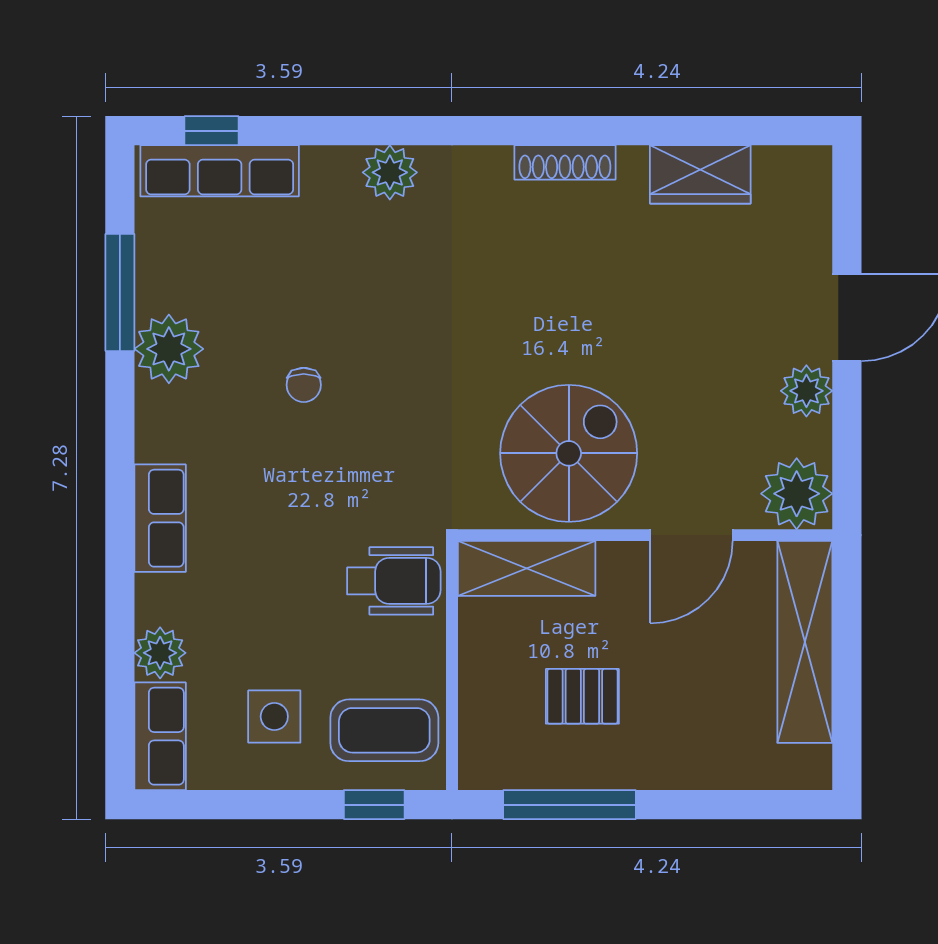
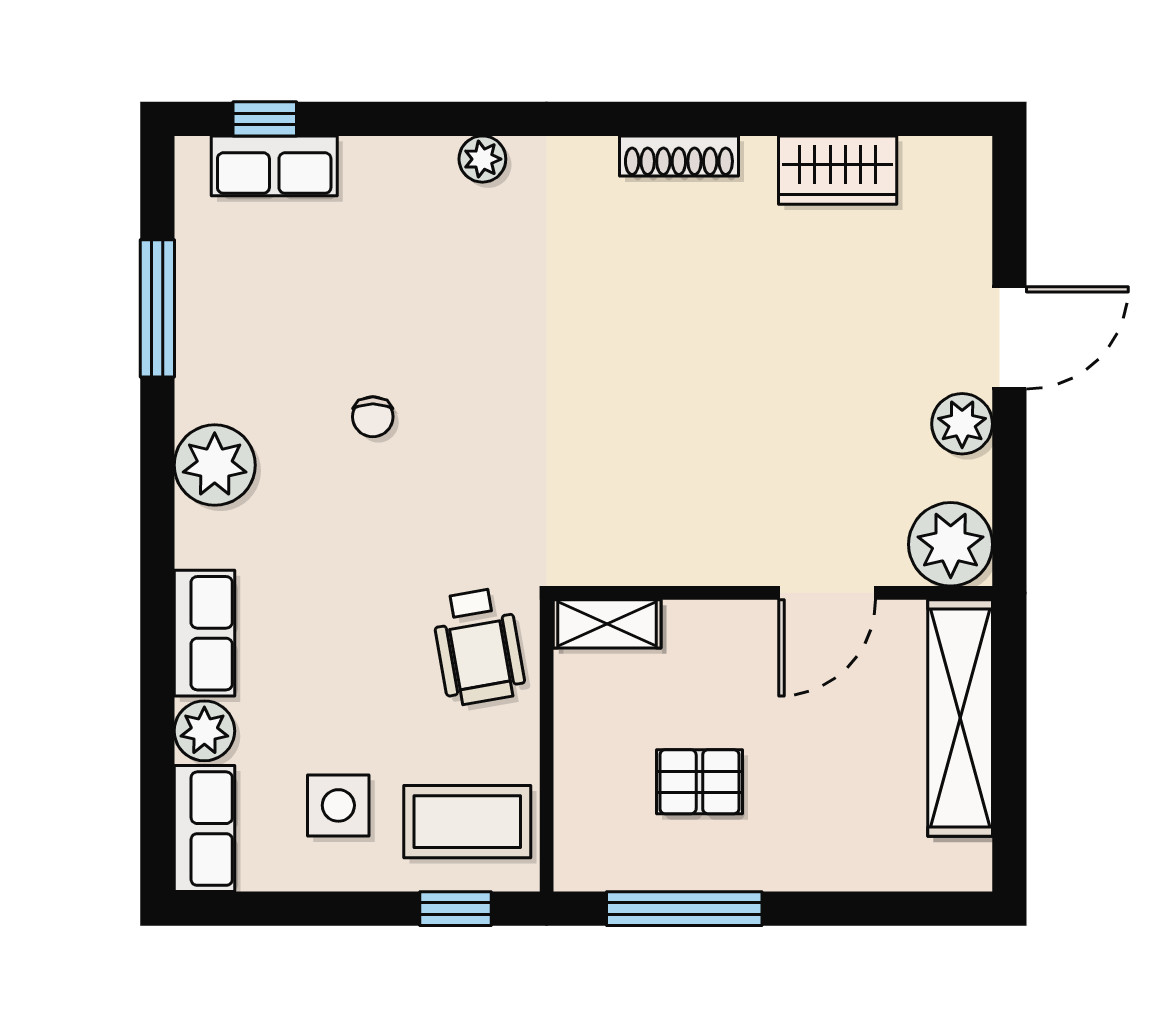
row of seats: (220, 171) -> (274, 166), width x0.68
plant: (390, 172) -> (482, 159), width x0.73, depth x0.73
plant: (169, 349) -> (215, 465), moved
spiral stairs: (569, 453) -> (683, 497), removed
row of seats: (160, 518) -> (204, 633), moved
shelving: (527, 568) -> (607, 624), width x0.67, depth x0.75
wheelchair: (394, 581) -> (478, 647), turned 80

